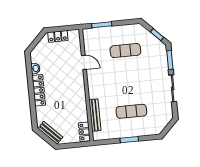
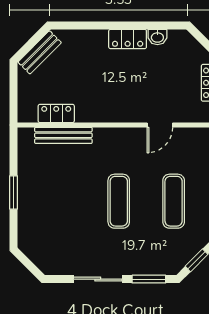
locker: (39, 90) -> (128, 39), width x0.66
exercise mat: (131, 111) -> (119, 201), moved
locker: (84, 132) -> (56, 113), moved

